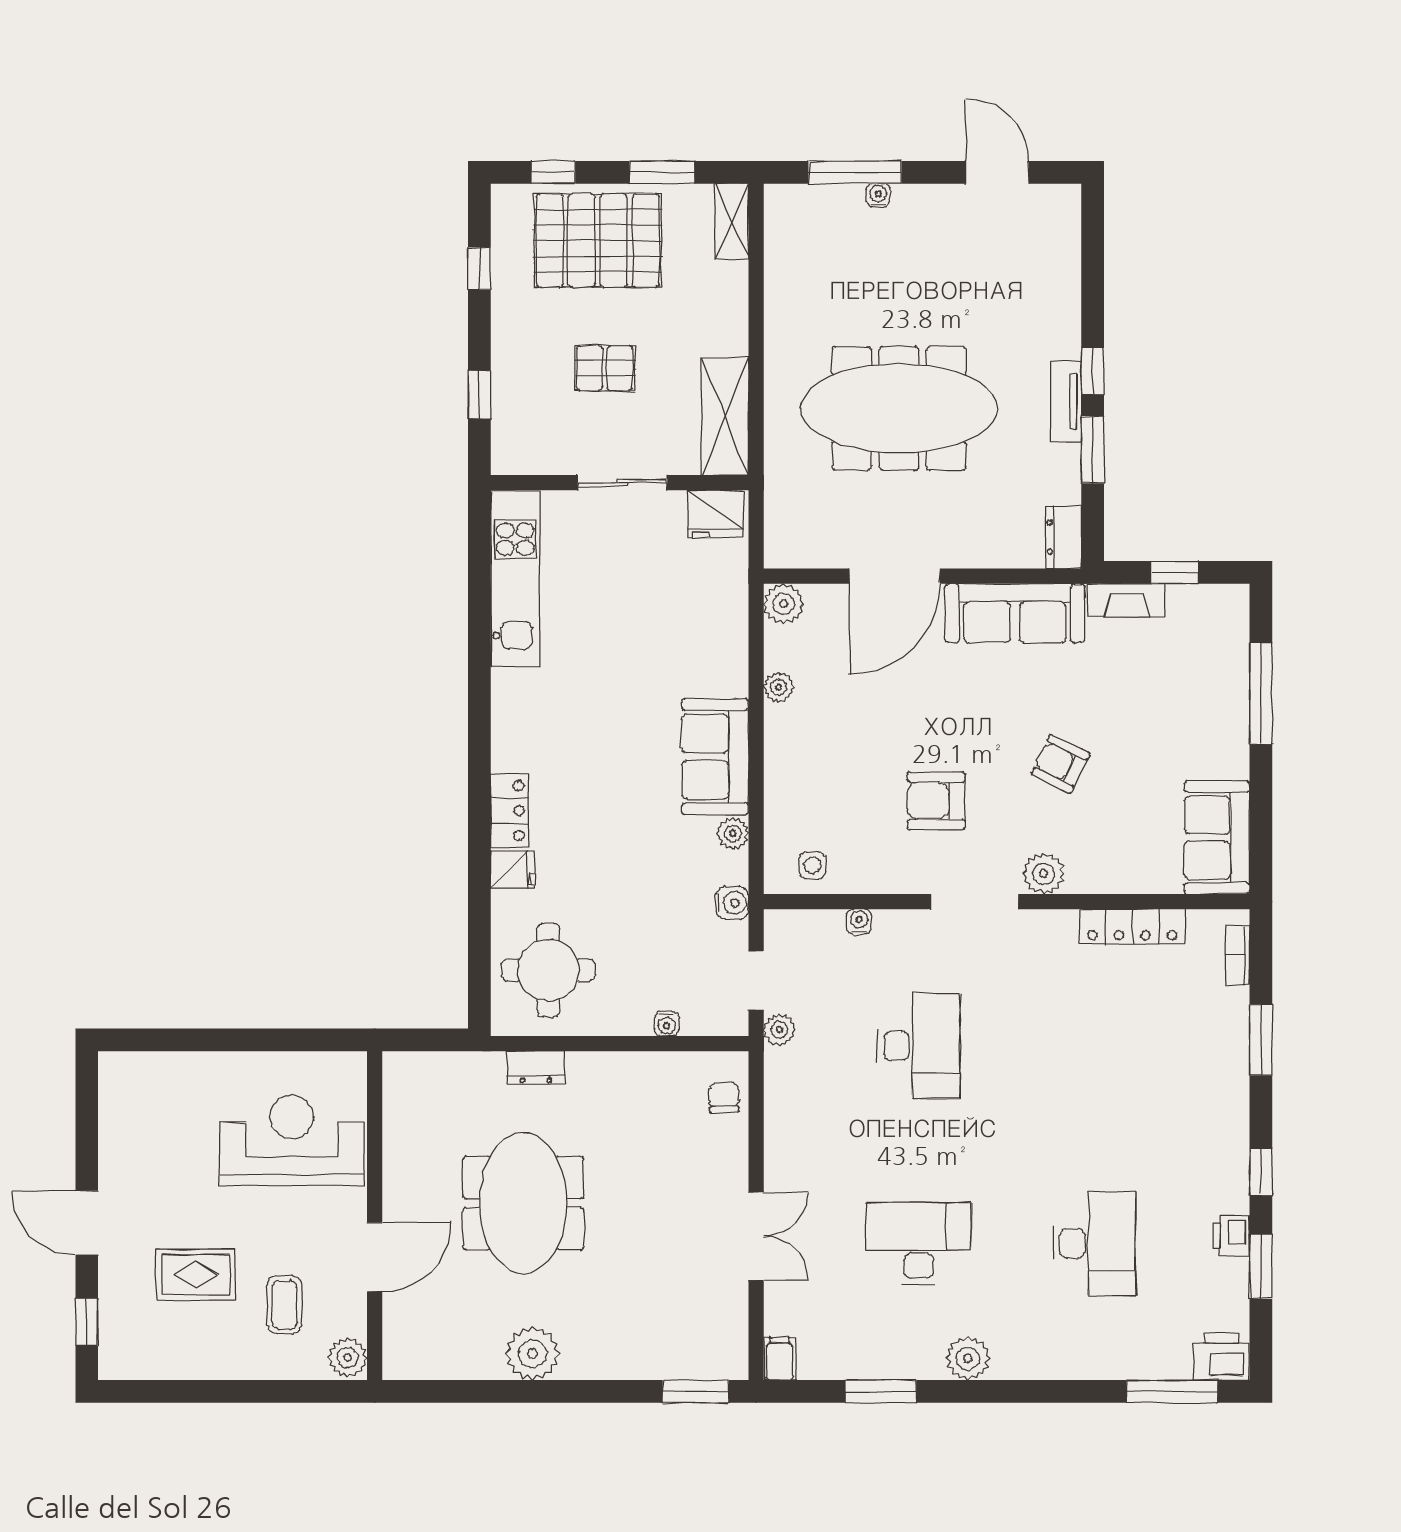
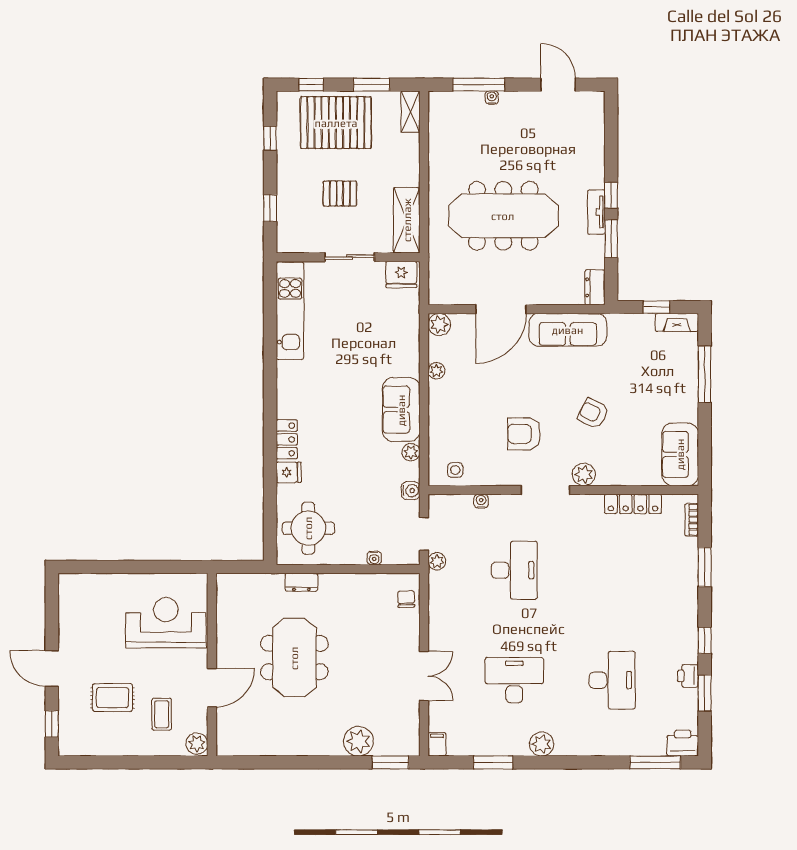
fireplace: (1126, 600) -> (677, 322), moved
plant: (532, 1353) -> (359, 741), moved

